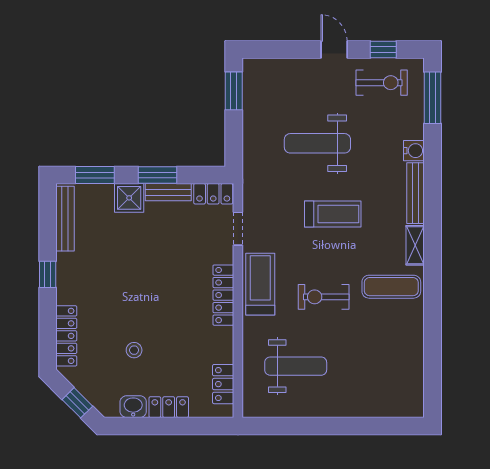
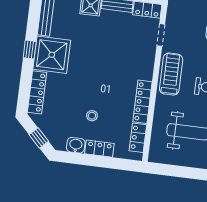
shower: (81, 278) -> (52, 55), added
locker: (223, 295) -> (142, 102), moved
stool: (134, 350) -> (92, 116), moved

